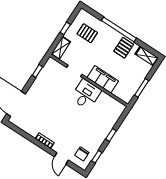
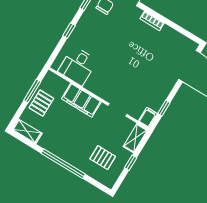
pallet: (124, 48) -> (41, 103), moved
filing cabinet: (50, 64) -> (148, 117), added
desk: (86, 94) -> (78, 66), moved

